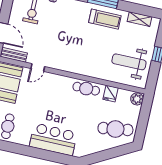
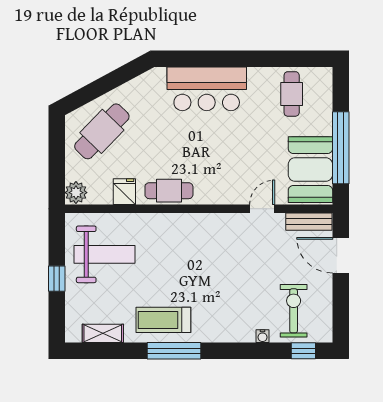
cafe table: (115, 129) -> (102, 131), turned -38

